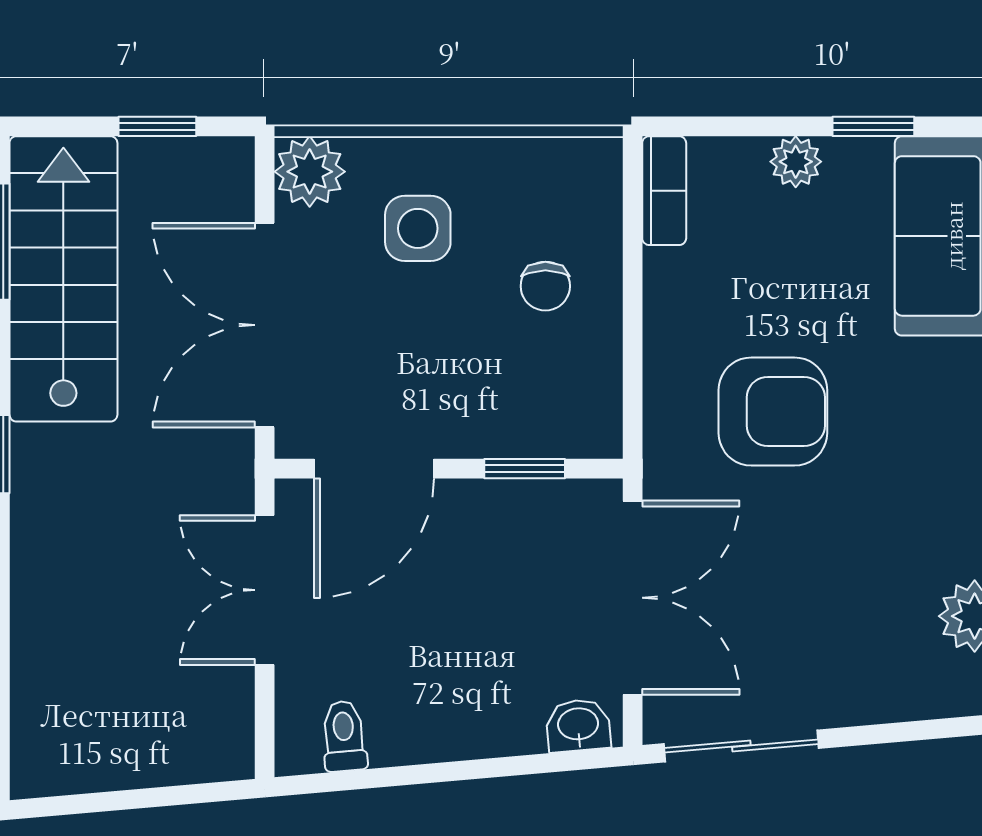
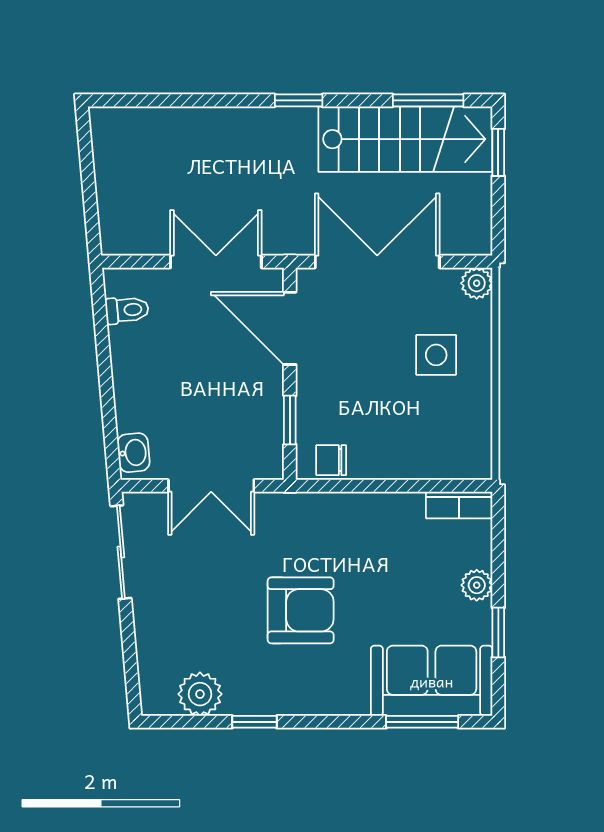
window: (157, 126) -> (498, 152), moved
plant: (310, 172) -> (477, 283), width x0.73, depth x0.73
chair: (545, 286) -> (331, 460), moved
armchair: (773, 412) -> (301, 610), moved, turned -90
double door: (633, 598) -> (211, 486), width x0.73

